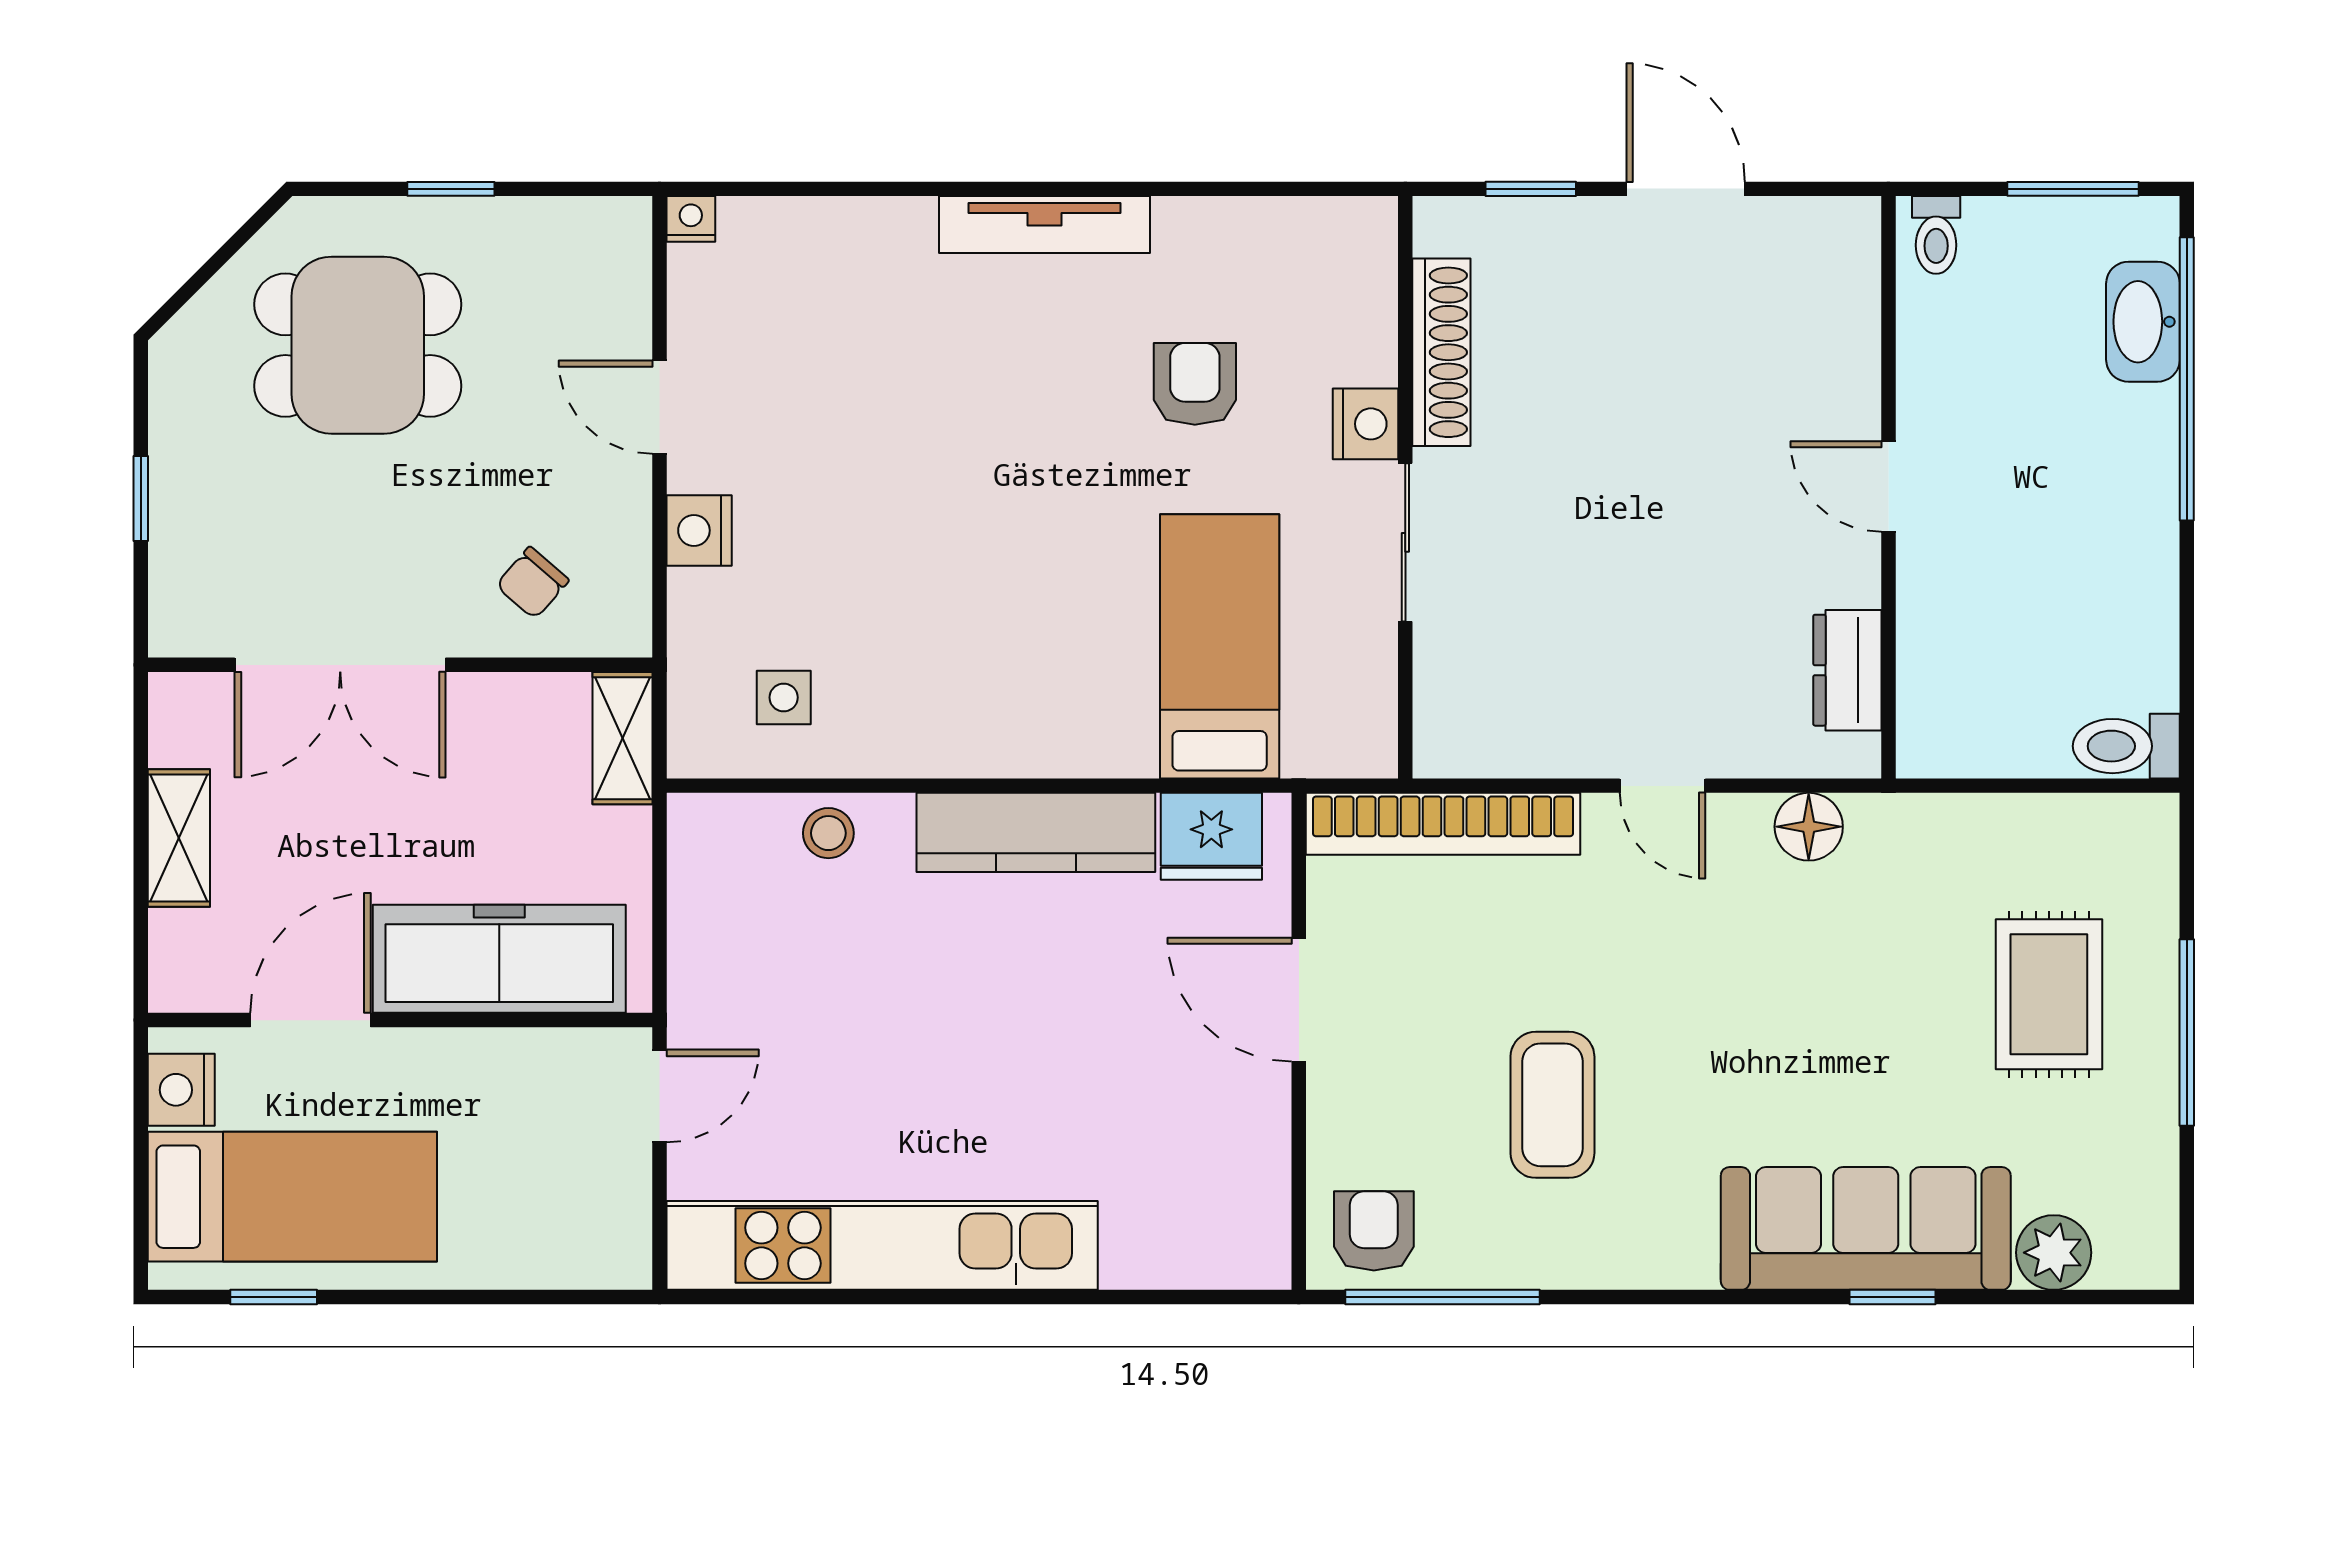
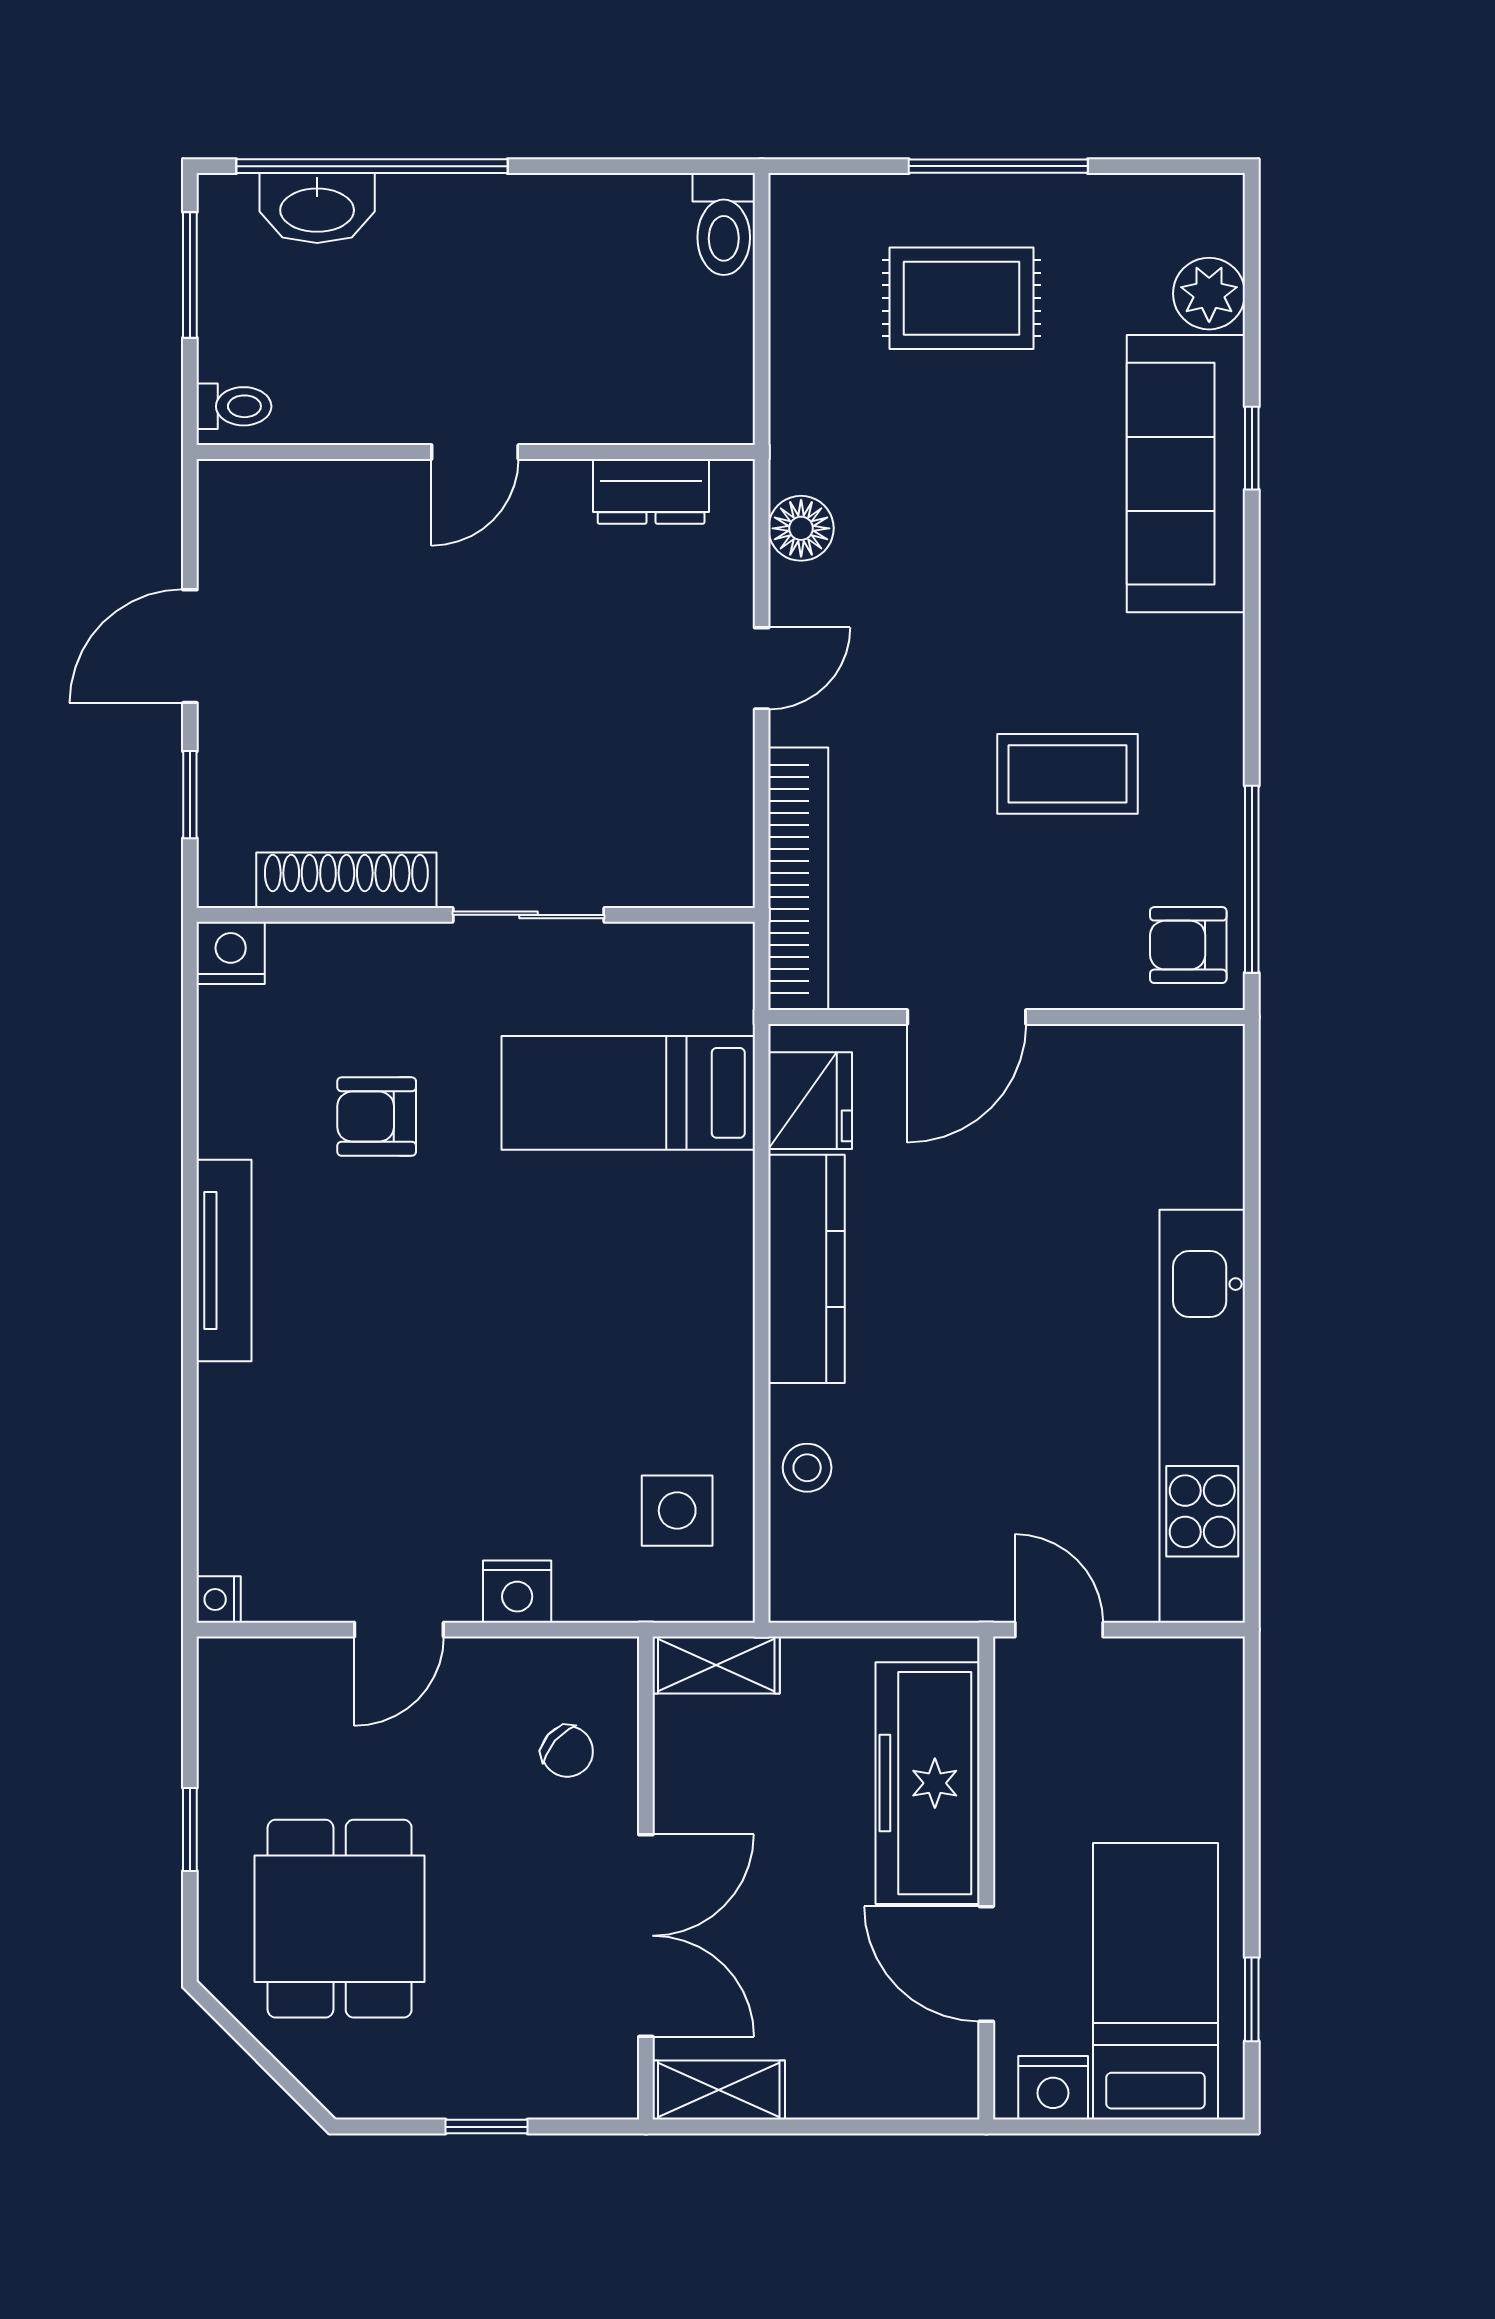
nightstand: (1366, 424) -> (231, 953), moved
side table: (784, 697) -> (677, 1511), width x1.37, depth x1.37
shelving: (179, 838) -> (719, 2090), moved

